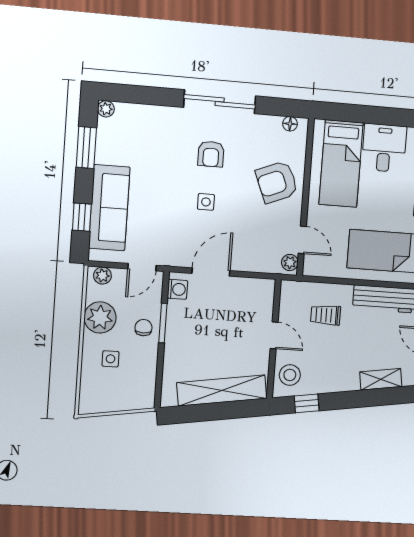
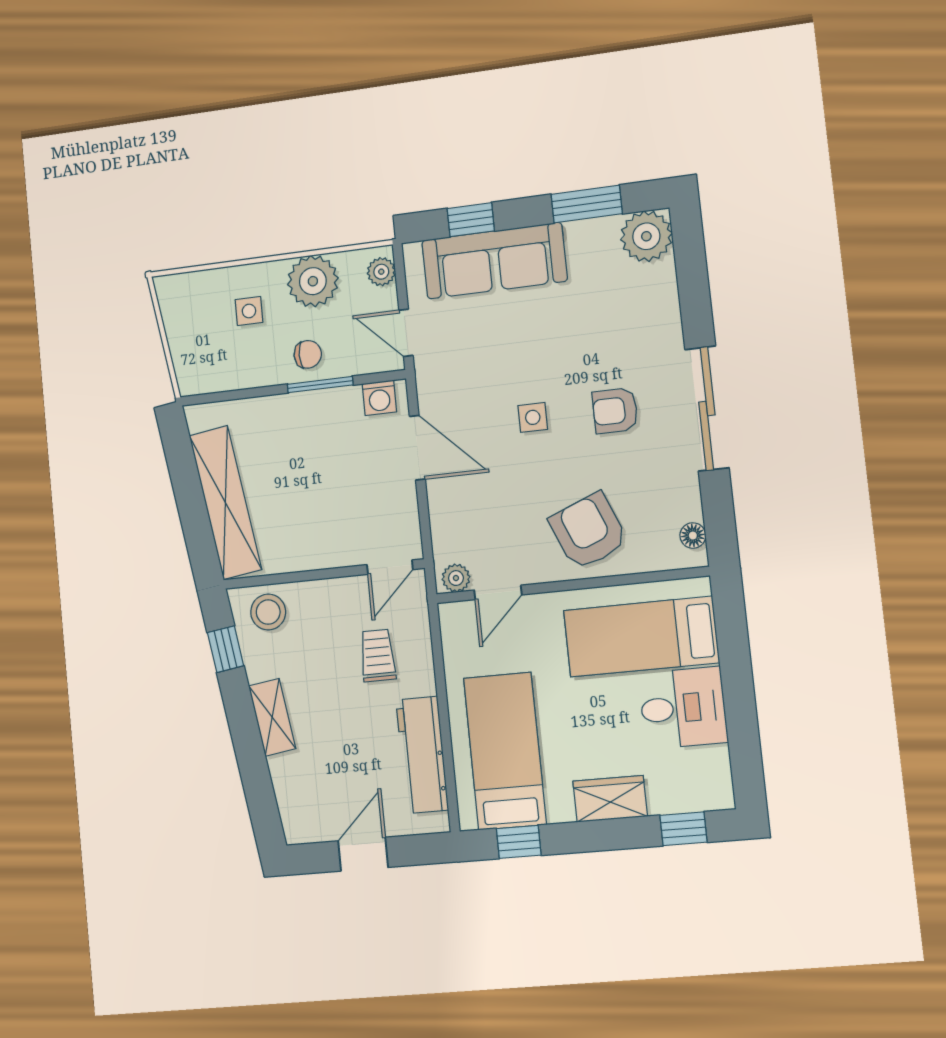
plant: (106, 109) -> (646, 236), width x1.88, depth x1.88
door: (274, 335) -> (390, 567), moved
shelving: (381, 379) -> (272, 717), moved

